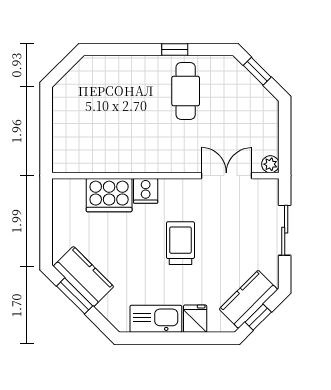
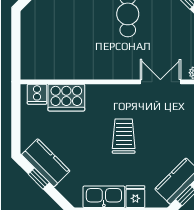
cooker: (146, 191) -> (37, 94), moved
window: (75, 296) -> (39, 178), width x0.67

